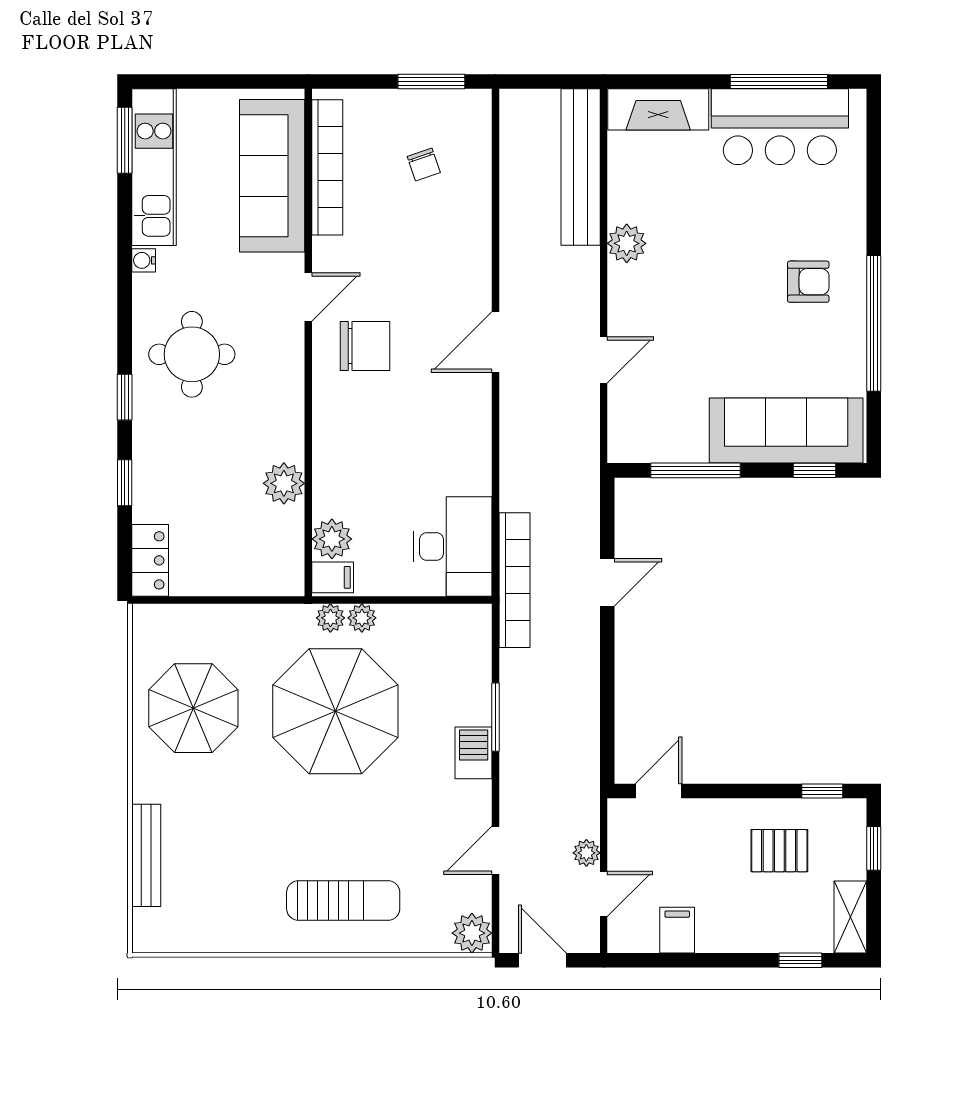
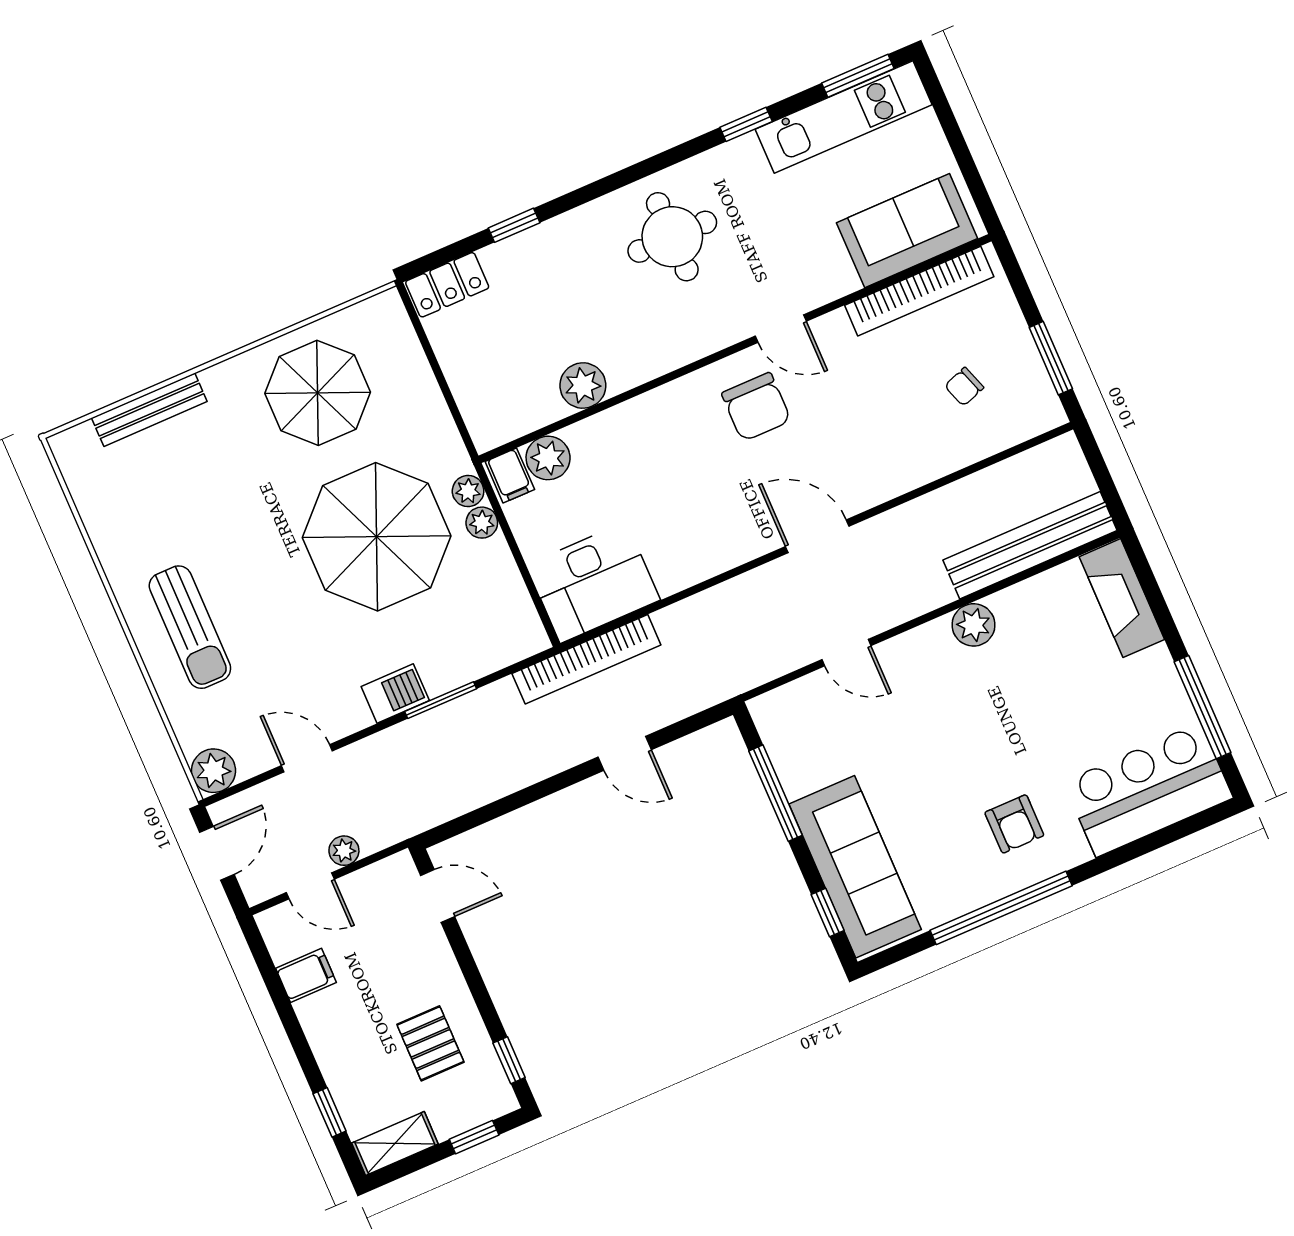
bar counter: (780, 127) -> (1148, 790), moved, turned 90
sofa: (272, 176) -> (907, 231), width x0.73
water cooler: (144, 260) -> (746, 147), removed
window: (125, 397) -> (746, 124), moved

